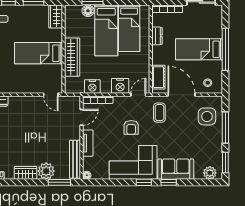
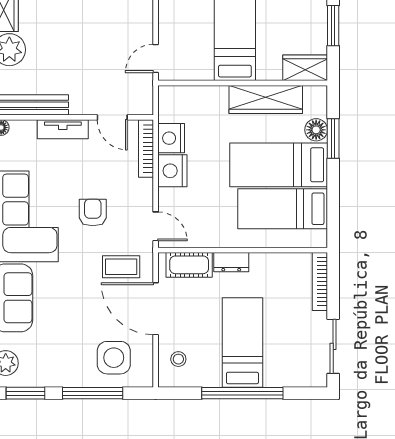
dresser: (157, 36) -> (231, 262), moved
wardrobe: (72, 57) -> (266, 99), moved
nightstand: (120, 86) -> (172, 171), moved
door: (181, 95) -> (156, 309), swing flipped
armchair: (131, 127) -> (93, 212), turned 90

